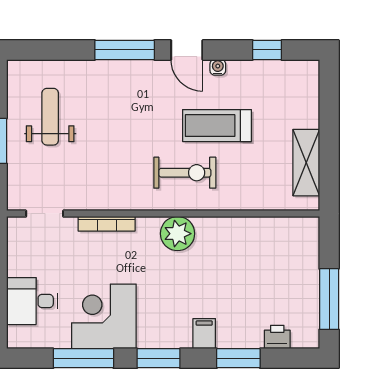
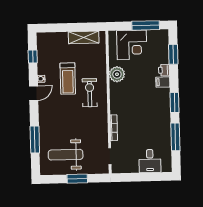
window: (125, 50) -> (35, 139), moved
weight bench: (50, 117) -> (66, 155), width x1.36, depth x1.33
plant: (178, 234) -> (117, 74), moved
corner desk: (104, 316) -> (132, 45), moved, turned -90
printer: (277, 337) -> (164, 70), moved
window: (238, 358) -> (173, 54), moved

